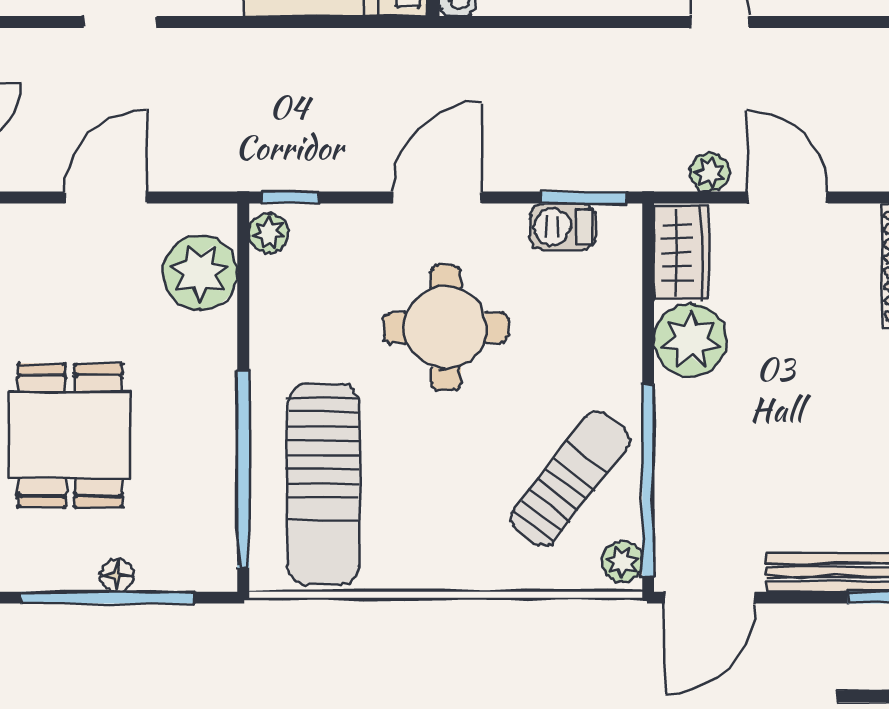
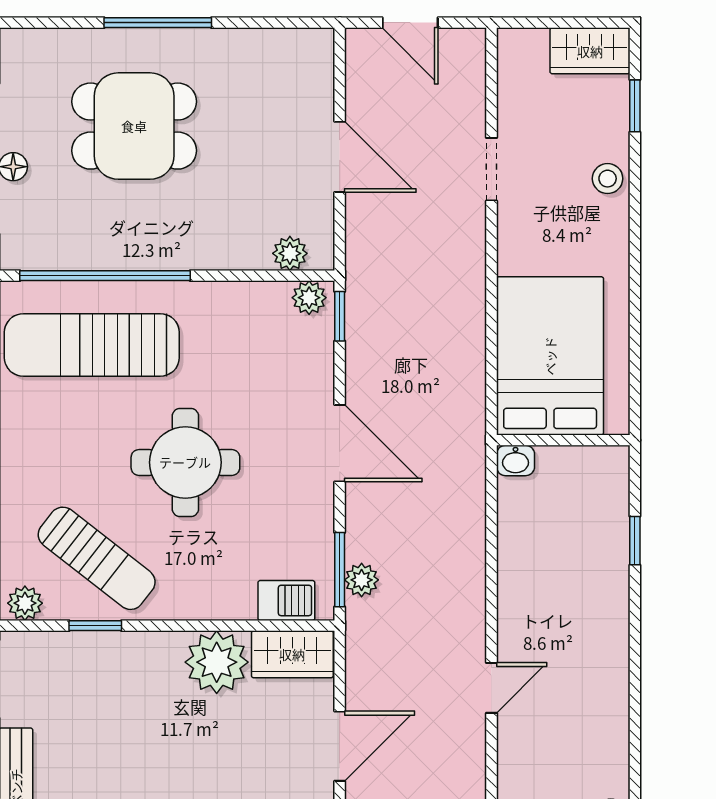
plant: (710, 172) -> (362, 580), moved
barbecue: (563, 227) -> (286, 600), moved, turned 90
plant: (200, 273) -> (290, 253), width x0.53, depth x0.53
round table: (446, 328) -> (185, 462), moved
window: (648, 480) -> (95, 626), width x0.32

